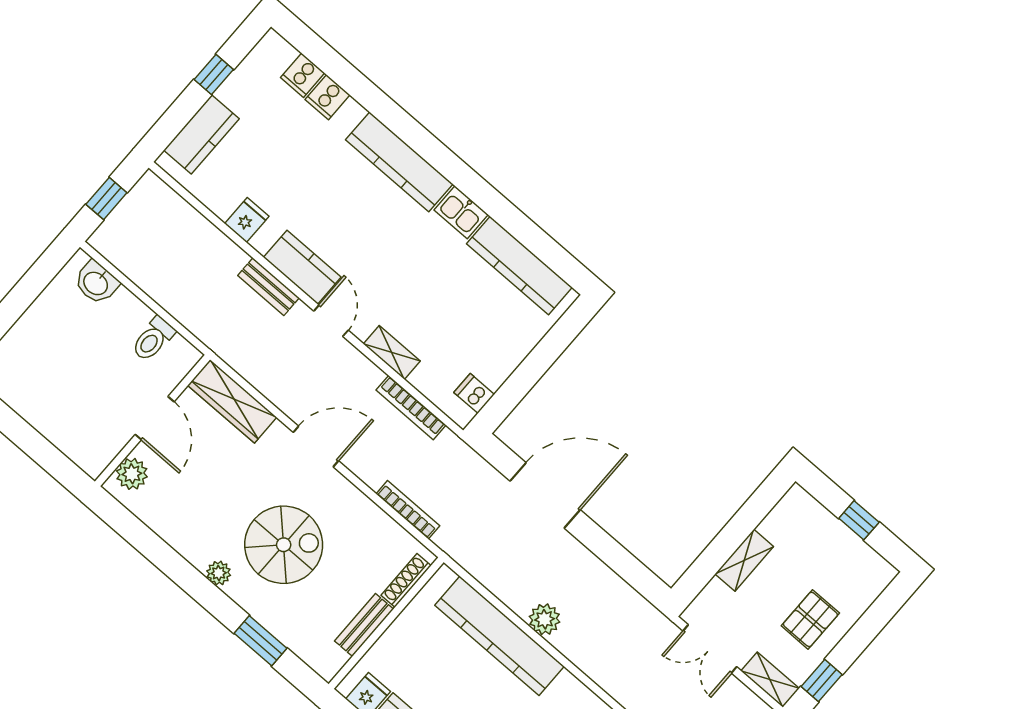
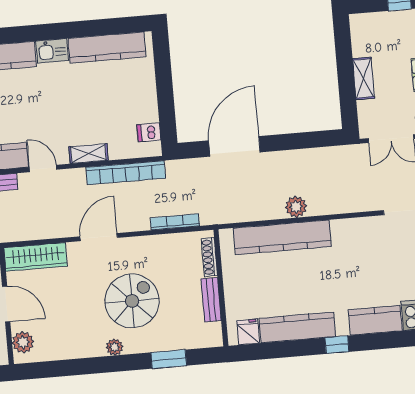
bookcase: (411, 408) -> (126, 173), width x1.48, depth x1.31

